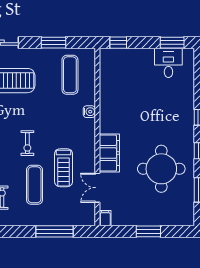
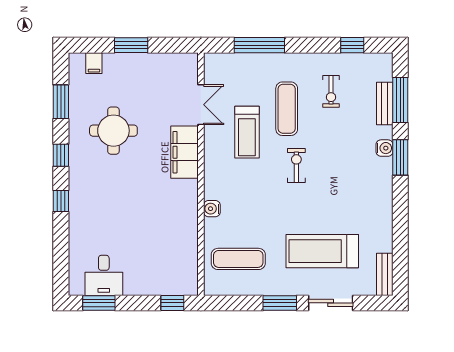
window: (54, 43) -> (280, 303), moved
exercise mat: (70, 75) -> (238, 259), turned 90
treadmill: (64, 168) -> (247, 132), turned 180
round table: (161, 169) -> (113, 131), width x0.73, depth x0.73
filing cabinet: (105, 218) -> (94, 63), moved

